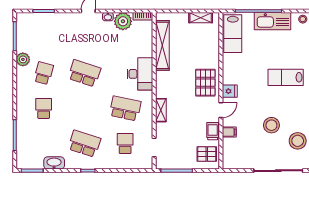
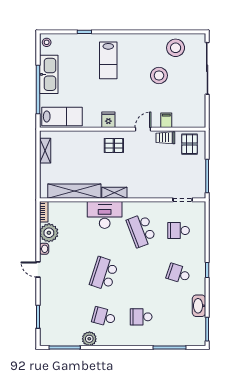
pallet: (205, 83) -> (114, 145), width x0.67, depth x0.71
fridge: (230, 91) -> (108, 120), moved
school desk: (125, 108) -> (141, 230), turned -33
shelving: (161, 110) -> (114, 193), moved
door: (221, 110) -> (143, 129), hinge flipped
school desk: (84, 144) -> (178, 274), width x0.54

